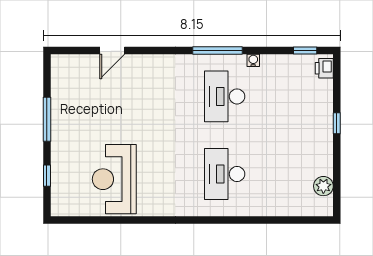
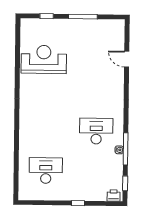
window: (218, 50) -> (126, 149), moved
desk: (225, 174) -> (46, 171), moved
plant: (323, 186) -> (38, 194), removed

